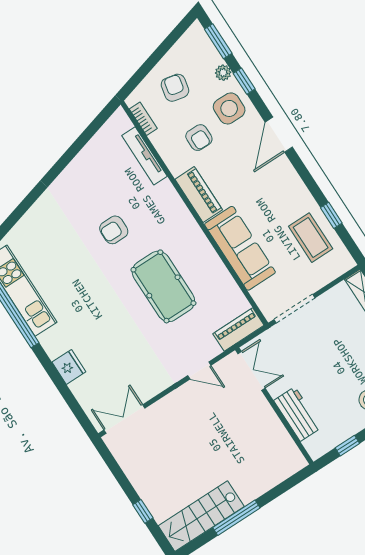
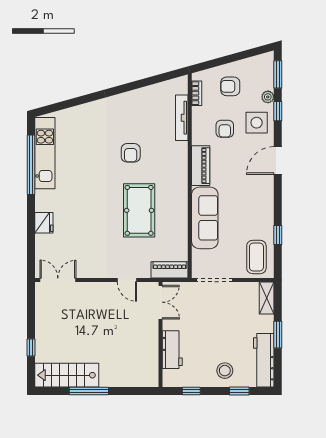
armchair: (175, 88) -> (230, 86), turned -102
armchair: (114, 230) -> (131, 153), turned -90
coffee table: (311, 238) -> (256, 257), moved

